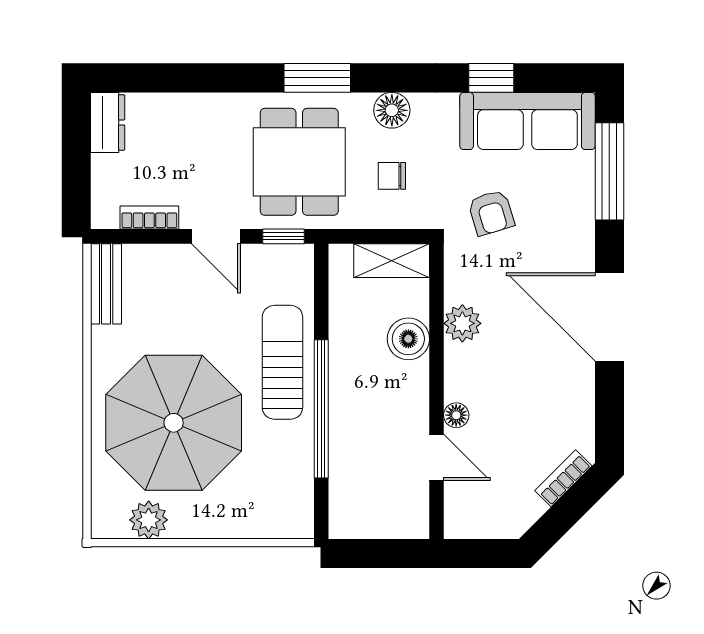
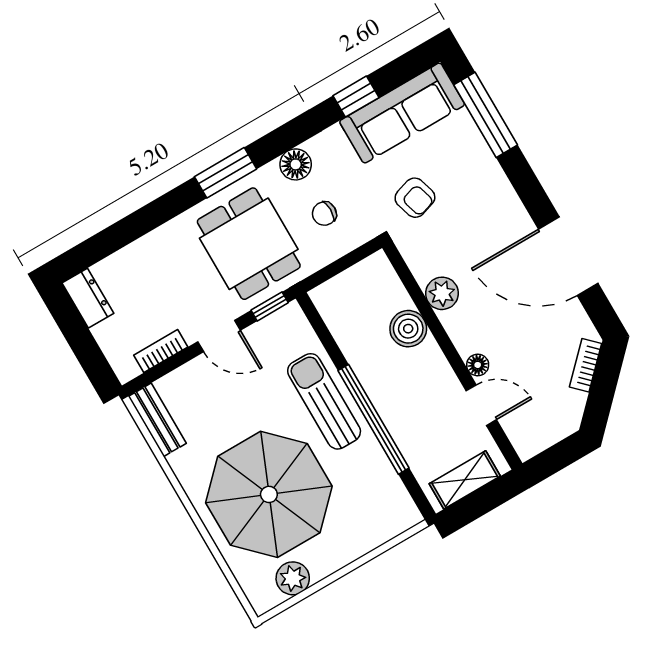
shelving: (392, 261) -> (465, 480), moved
door: (609, 317) -> (568, 256), moved

